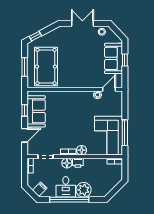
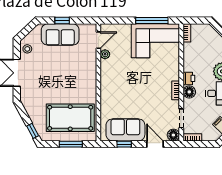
door: (109, 89) -> (98, 40), swing flipped
floor lamp: (82, 150) -> (173, 135), moved

